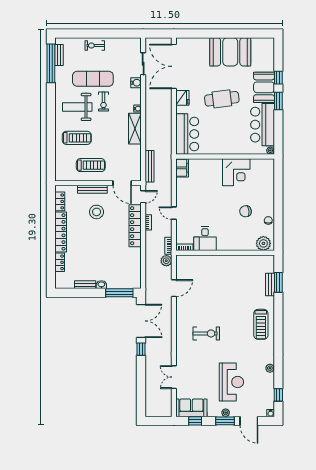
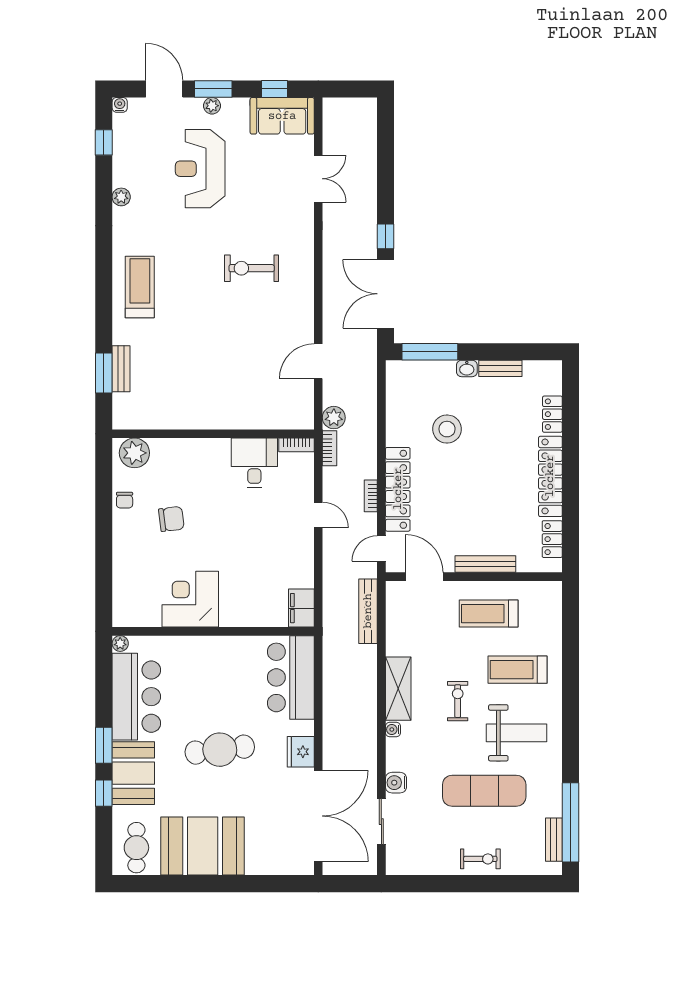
cafe table: (262, 51) -> (136, 848), added
exercise bike: (103, 102) -> (458, 701), moved
stool: (97, 212) -> (447, 429), moved

